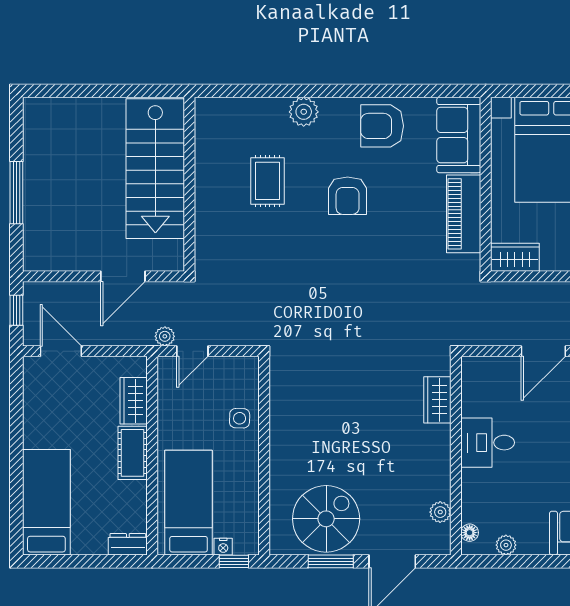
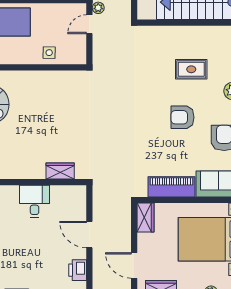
door: (192, 351) -> (89, 24), hinge flipped

